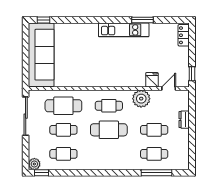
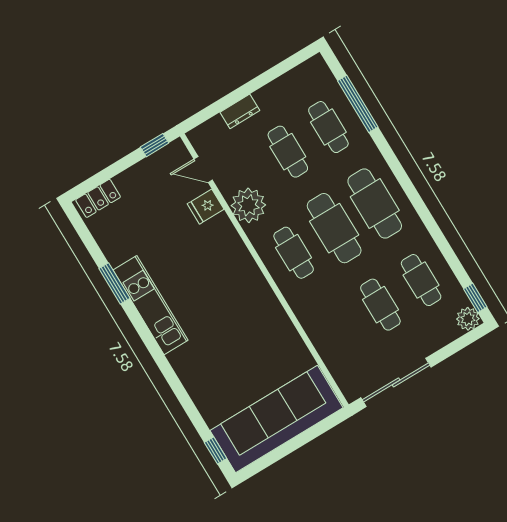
cafe table: (63, 106) -> (375, 204), moved

